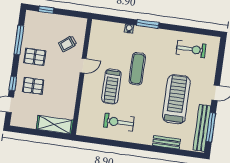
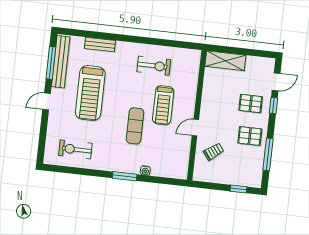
treadmill: (111, 87) -> (163, 105), turned 180

